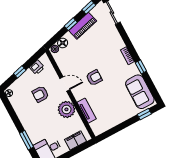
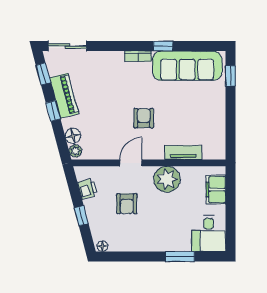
sofa: (140, 92) -> (187, 66), width x1.36

